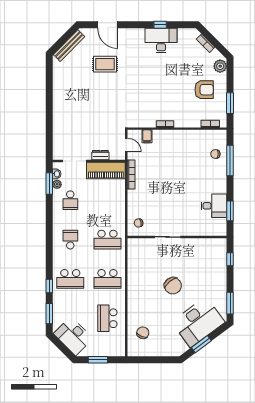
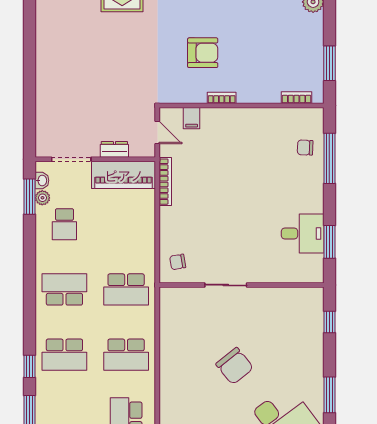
armchair: (204, 90) -> (203, 53), moved
school desk: (70, 240) -> (64, 289), width x1.85

